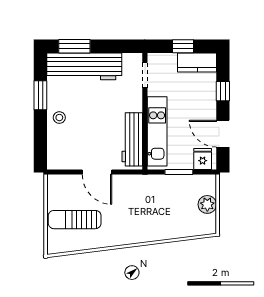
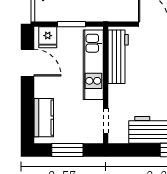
window: (183, 46) -> (67, 150), width x1.50
kitchen counter: (197, 62) -> (44, 118), moved, turned 90
window: (223, 91) -> (27, 105), removed

